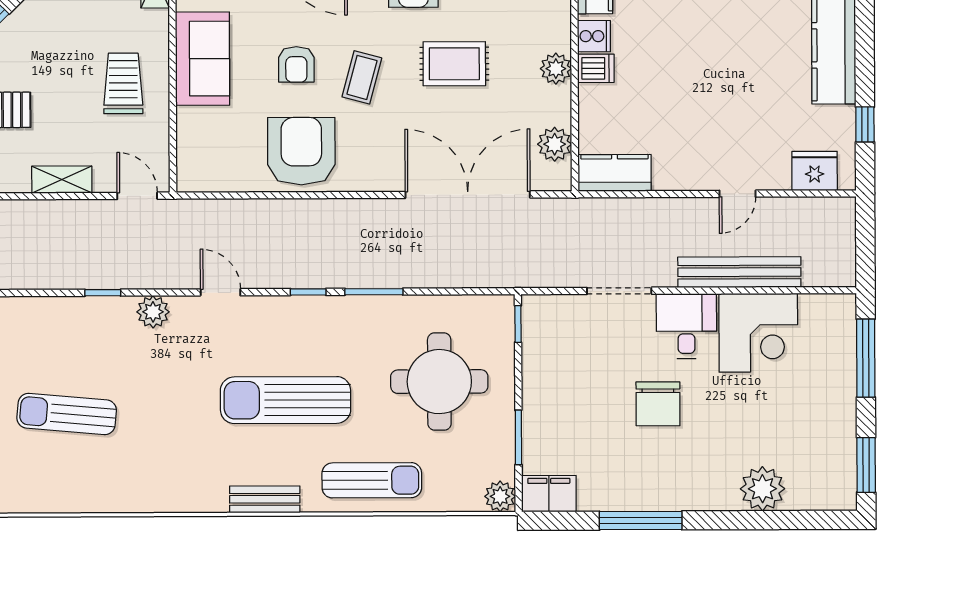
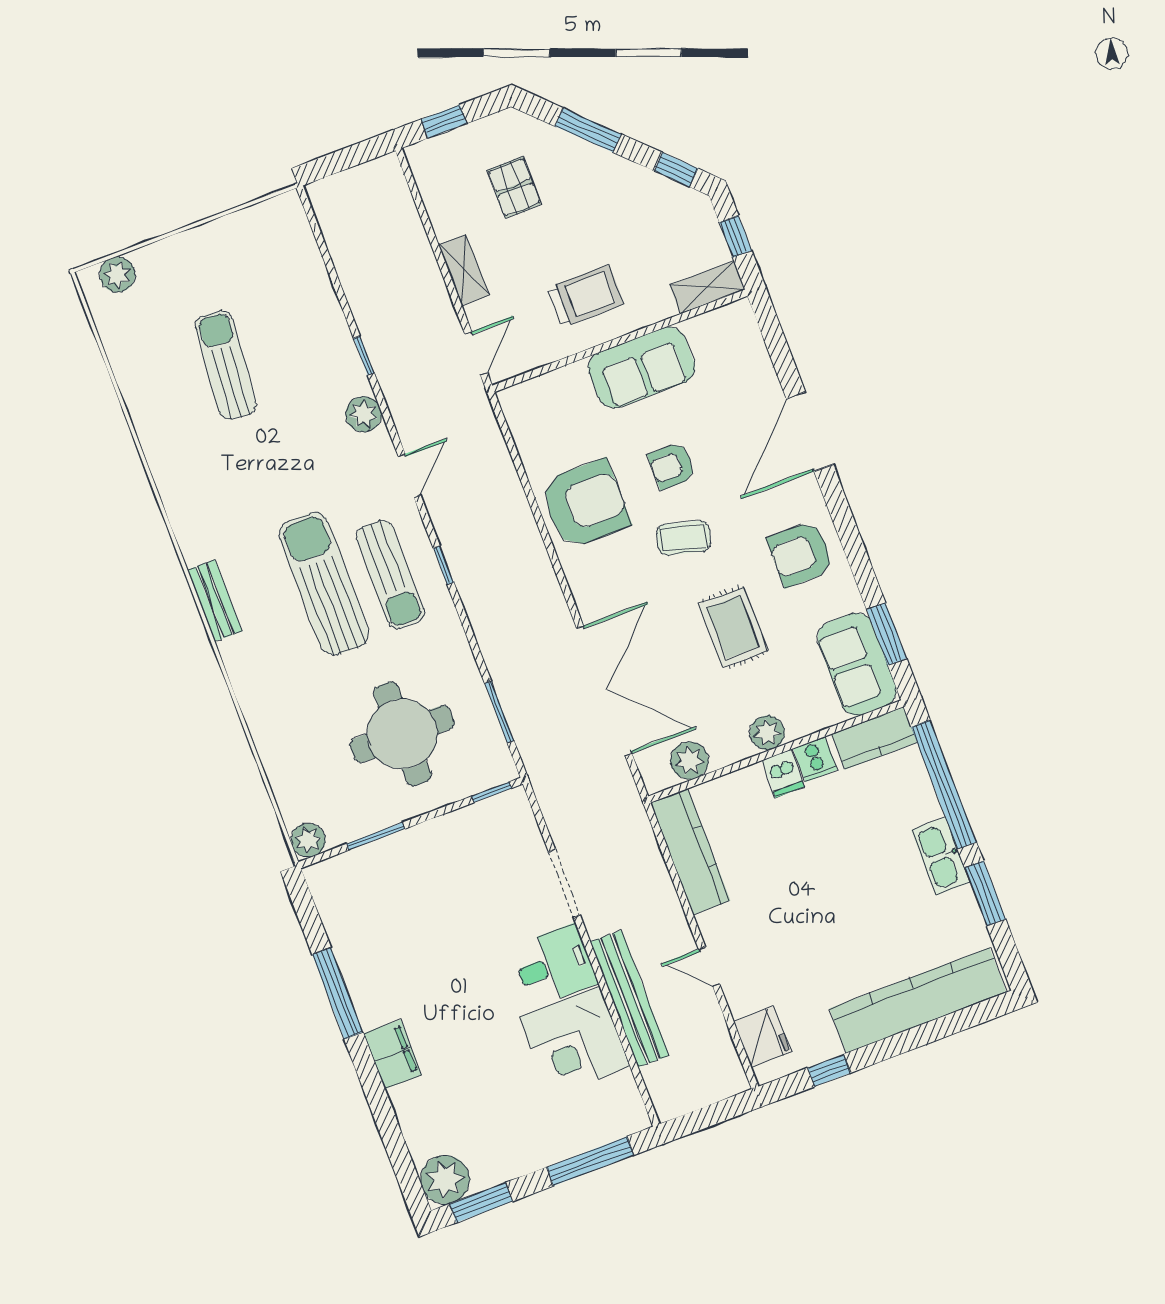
kitchen counter: (615, 173) -> (690, 852), width x1.50
window: (374, 292) -> (499, 712), moved
chair: (658, 404) -> (464, 966), removed
sun lounger: (372, 480) -> (390, 575), moved
plant: (762, 489) -> (445, 1180), moved
filing cabinet: (549, 494) -> (393, 1054), moved

